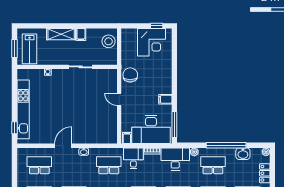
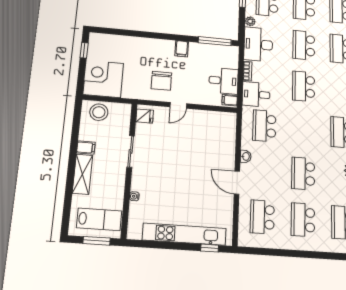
corner desk: (152, 42) -> (103, 79), moved, turned -90
fridge: (109, 75) -> (145, 116), added
chair: (130, 75) -> (161, 81), moved, turned -90
desk: (151, 129) -> (224, 81), width x0.53, depth x0.77

